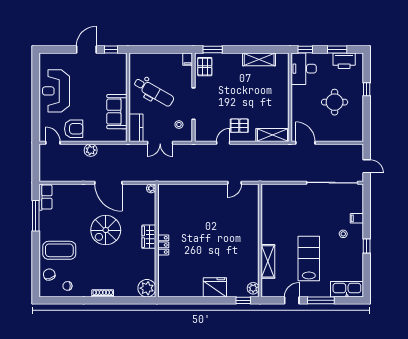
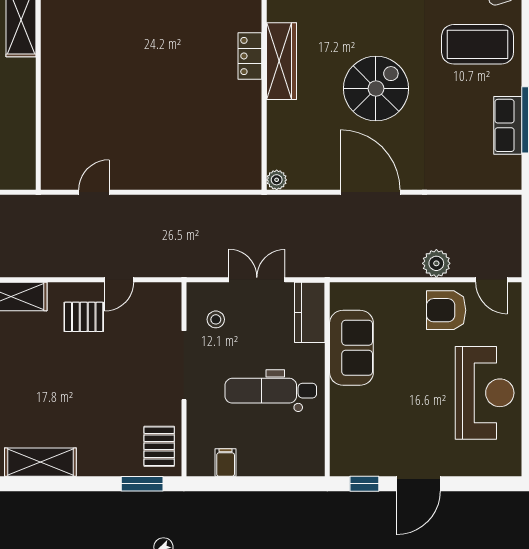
filing cabinet: (188, 59) -> (226, 463), moved
dental chair: (154, 92) -> (271, 391), turned -30
plant: (91, 150) -> (436, 263), moved
row of seats: (45, 197) -> (508, 125), moved
wardrobe: (149, 237) -> (281, 61), width x1.50

